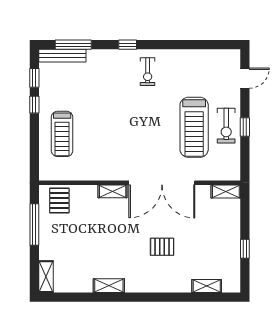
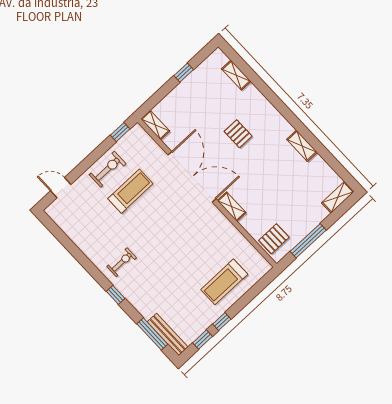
treadmill: (194, 127) -> (130, 191), width x0.73, depth x0.73
window: (245, 127) -> (120, 132), moved
treadmill: (62, 134) -> (224, 282), turned 180

